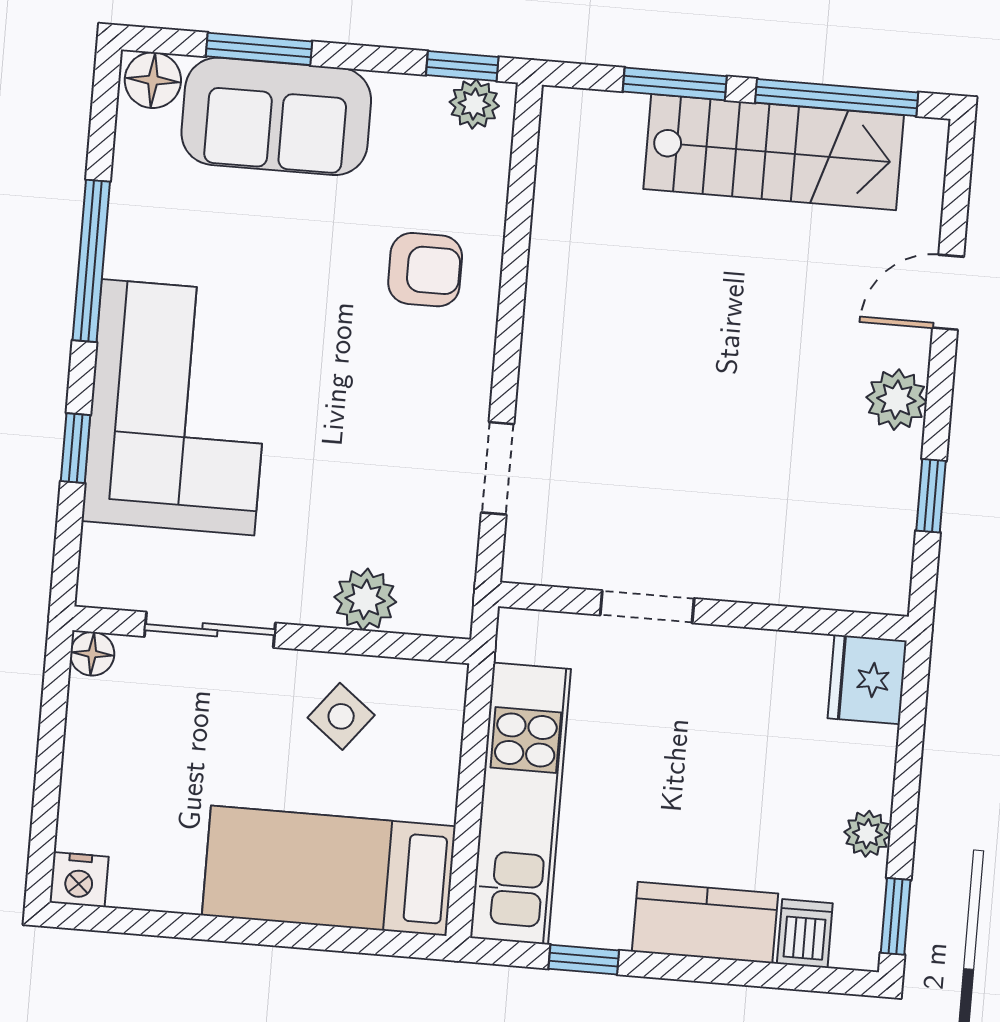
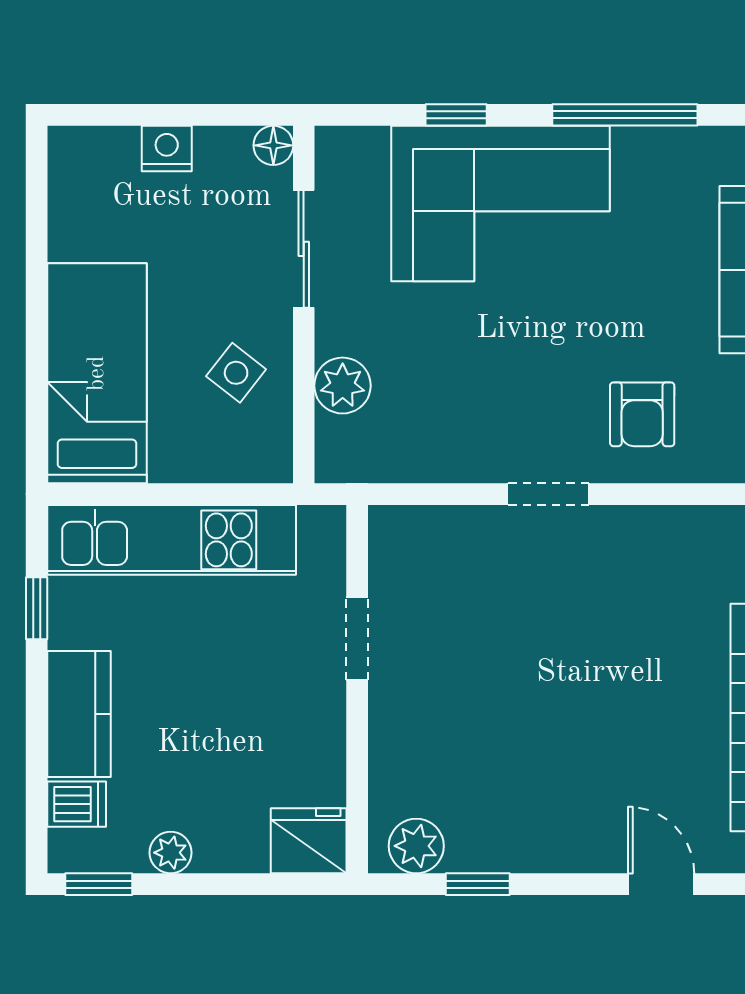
plant: (896, 400) -> (416, 846), moved
doorway: (498, 468) -> (548, 494), moved
nightstand: (79, 880) -> (167, 148), moved, turned 90

